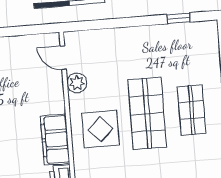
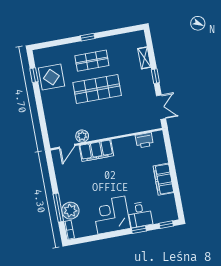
display table: (100, 129) -> (51, 77), moved
filing cabinet: (55, 140) -> (96, 151), moved

